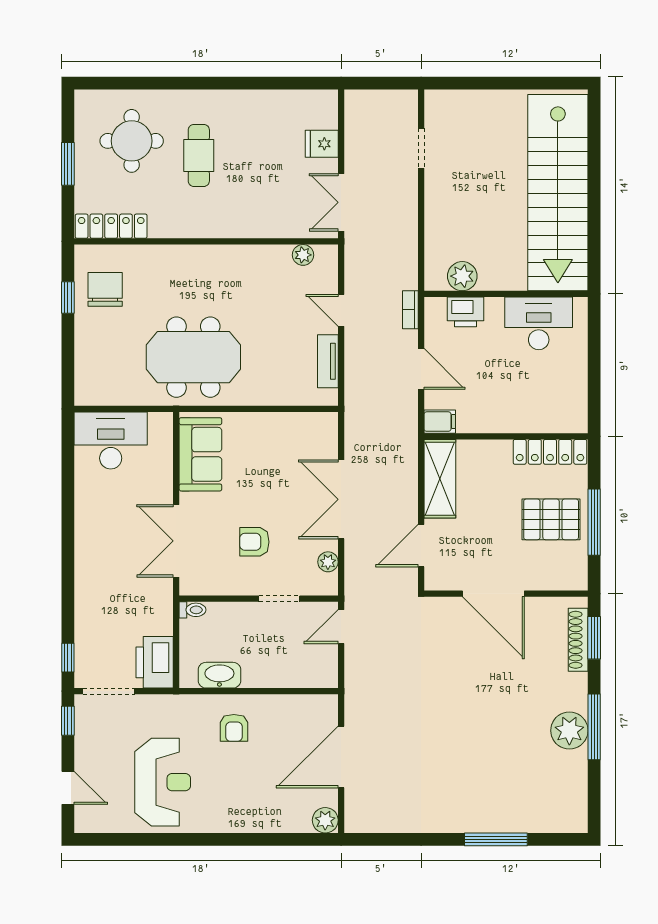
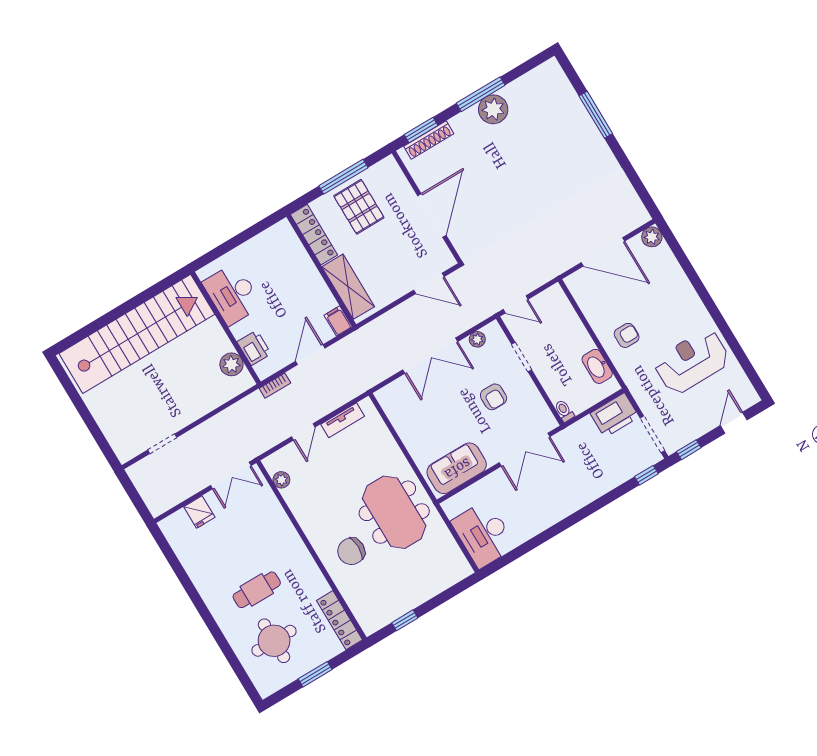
chair: (105, 289) -> (351, 551), moved
shelving: (440, 479) -> (348, 287), moved, turned 90

